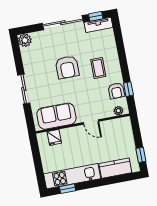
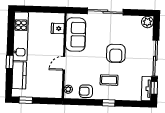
armchair: (67, 67) -> (116, 53), turned -90
sliding door: (24, 89) -> (105, 12), width x1.37
window: (128, 89) -> (109, 103), moved
window: (68, 189) -> (10, 62), moved

